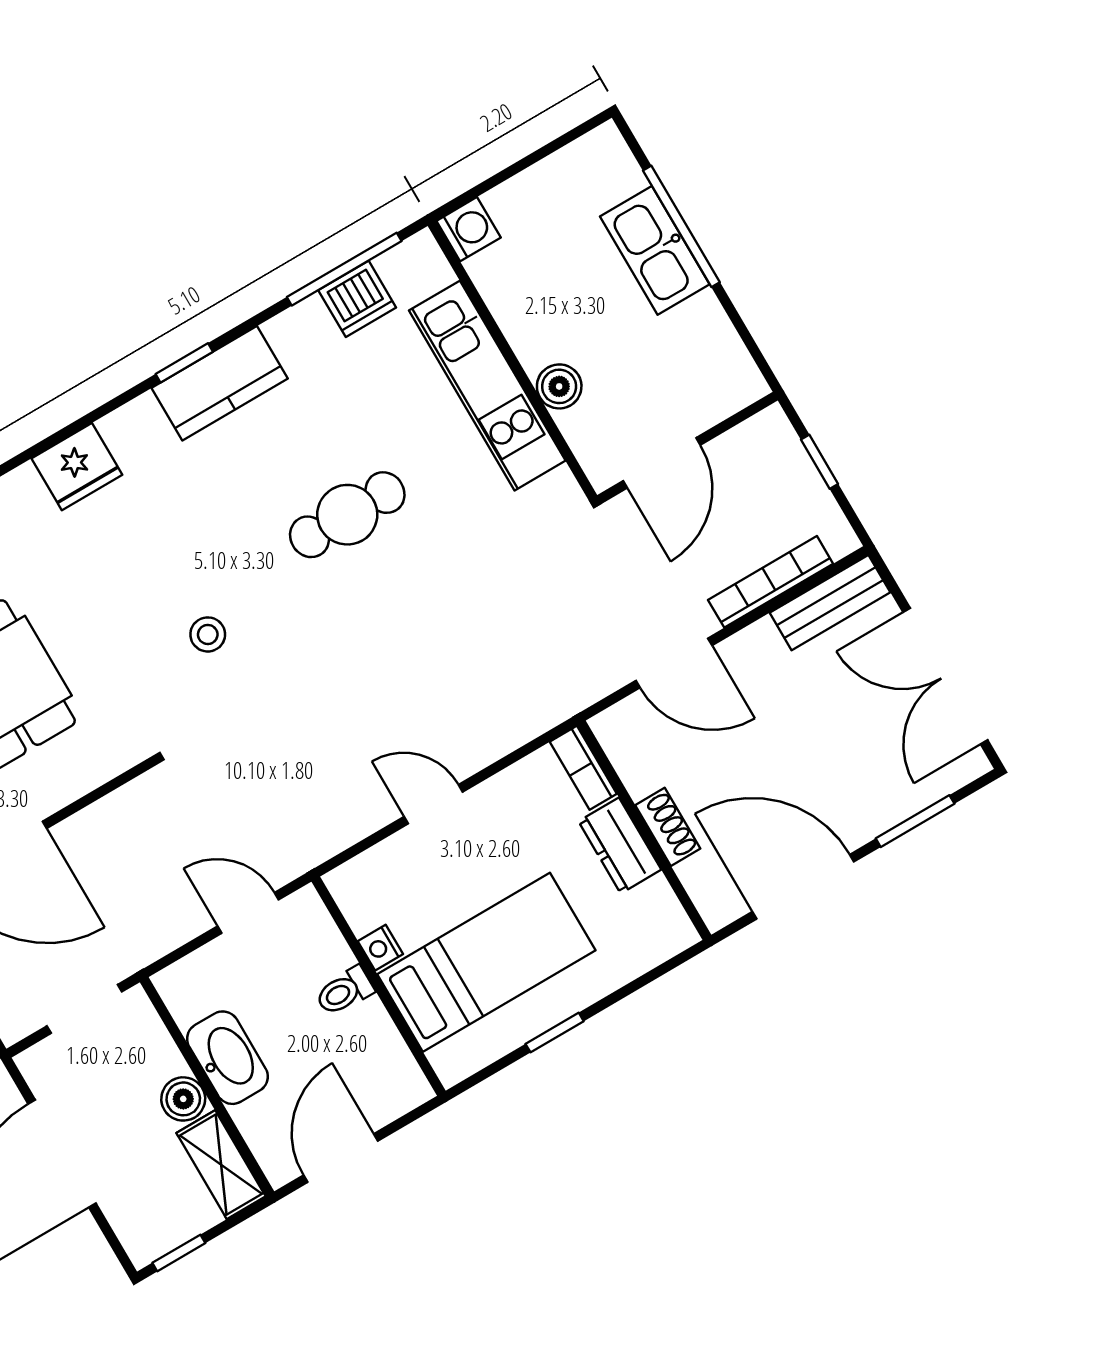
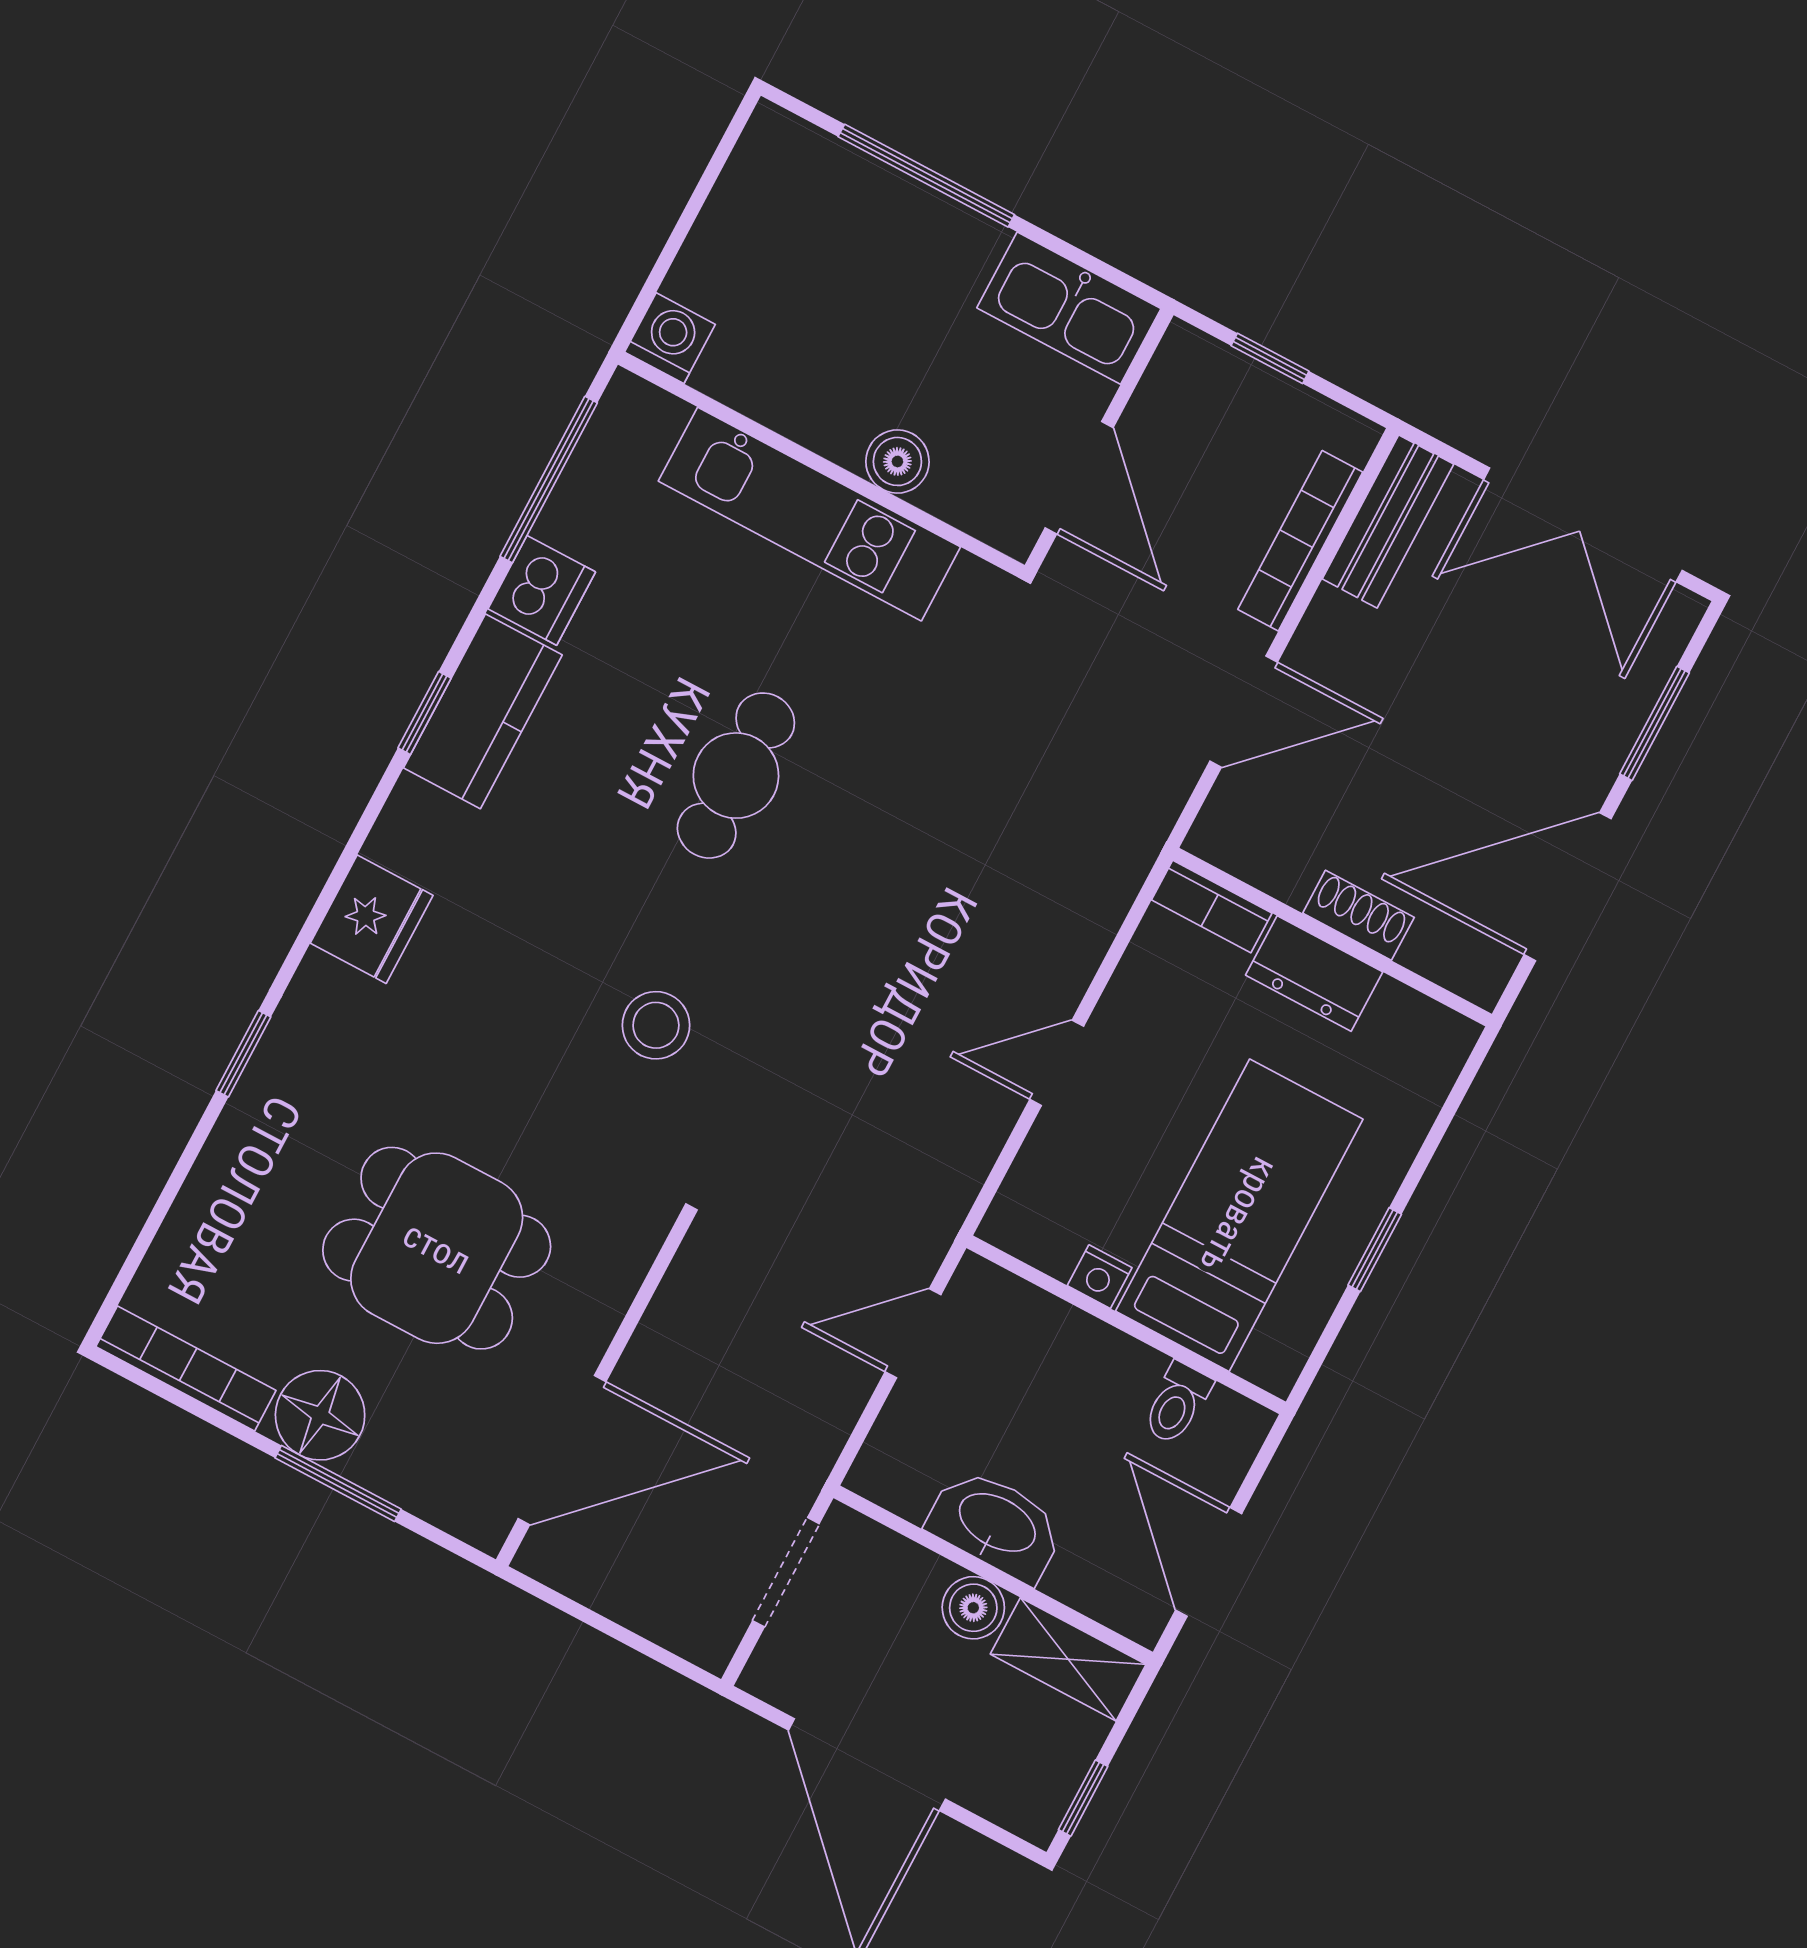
kitchen sink: (655, 250) -> (1069, 308), moved
dishwasher: (357, 299) -> (542, 590), moved
stool: (208, 634) -> (656, 1025), width x1.37, depth x1.37
toilet: (344, 991) -> (1177, 1403), moved

